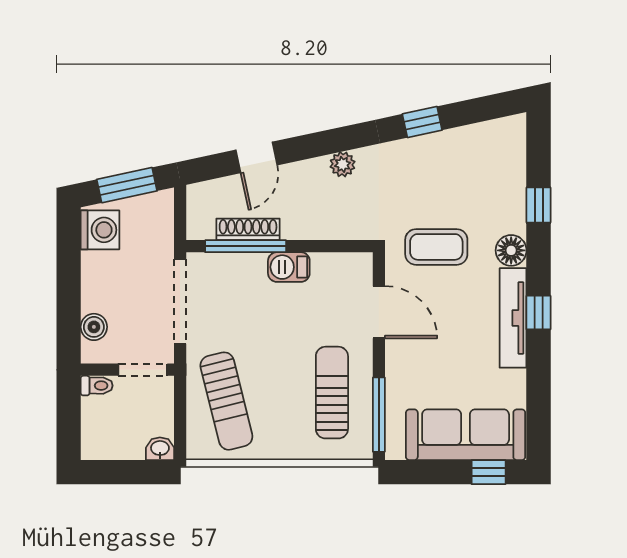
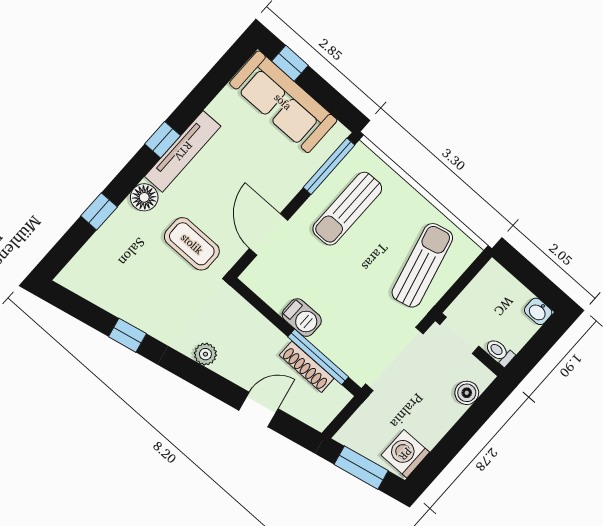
washbasin: (160, 449) -> (538, 311), moved

